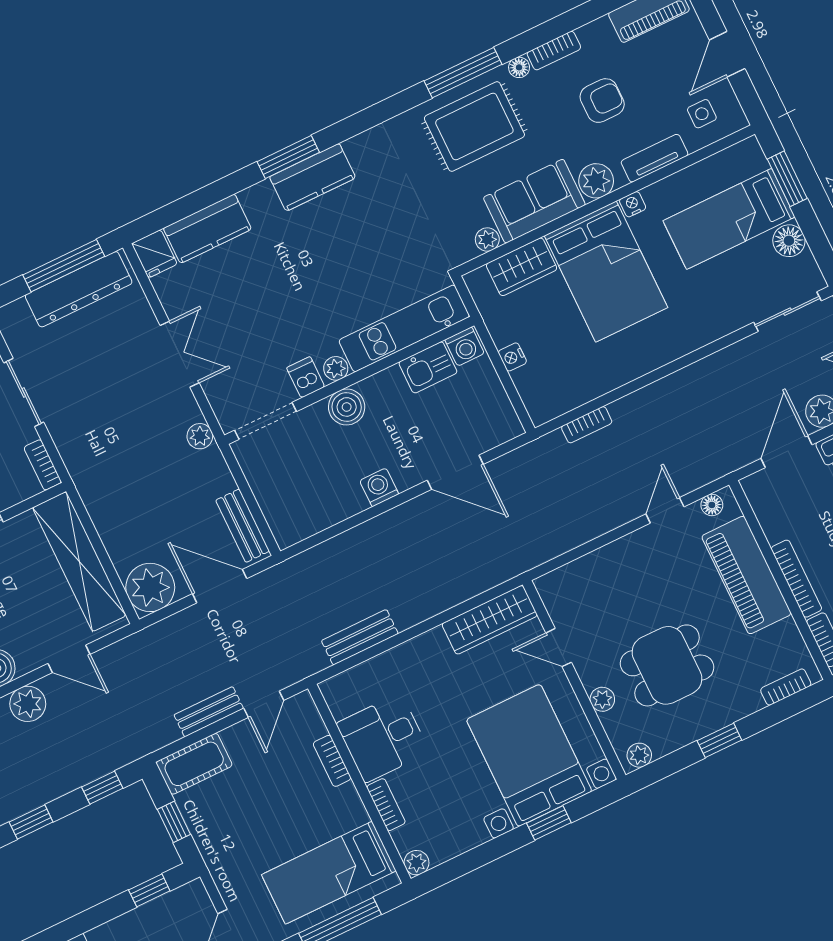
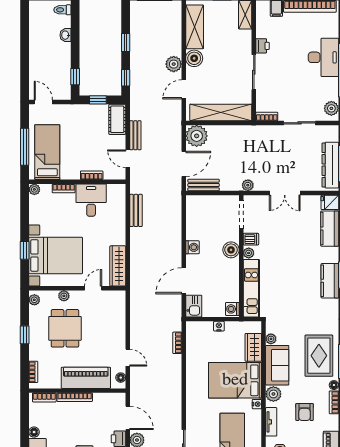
kitchen sink: (428, 367) -> (194, 306), moved, turned 180

